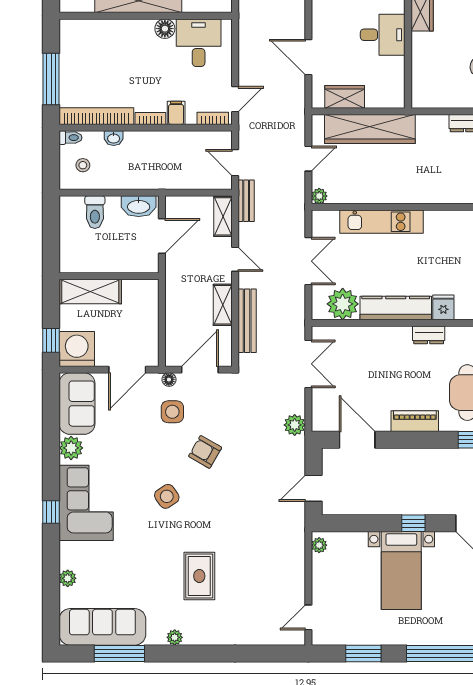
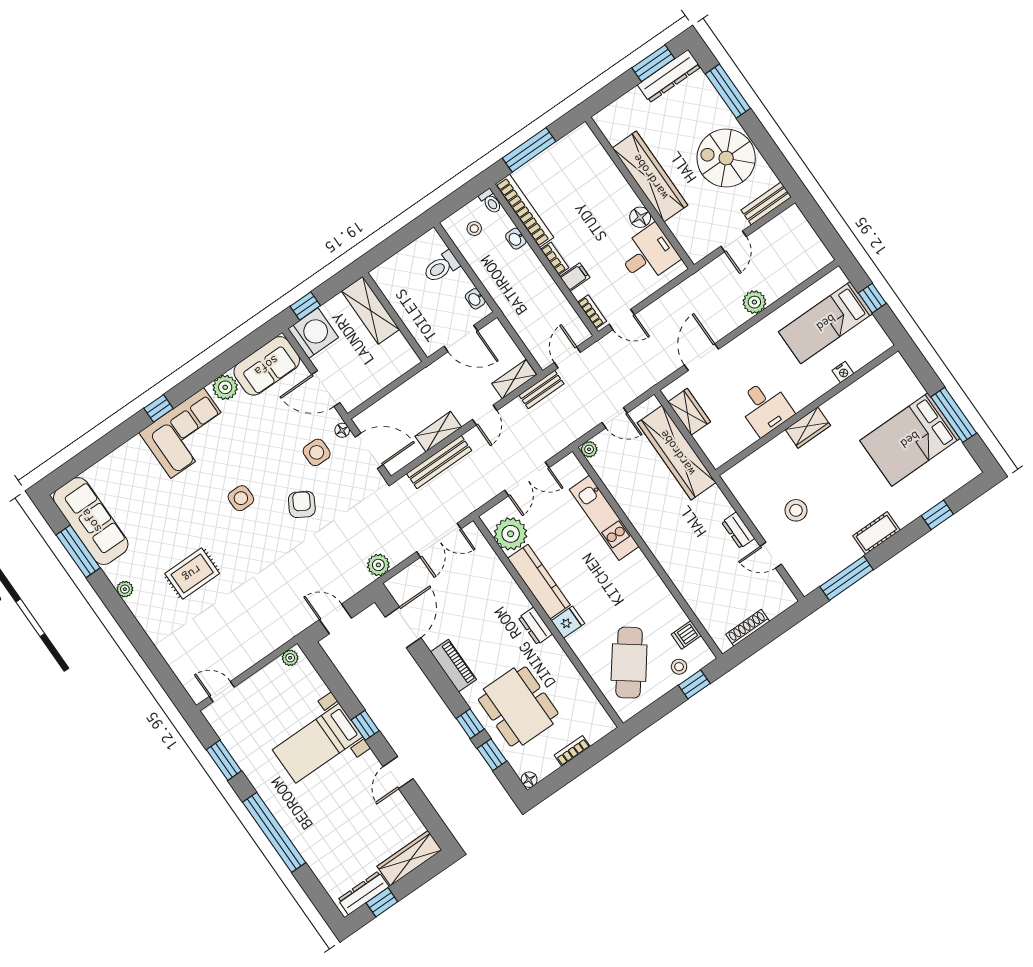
washbasin: (139, 206) -> (475, 299), width x0.52, depth x0.69
side table: (167, 496) -> (241, 498), turned 34
plant: (68, 578) -> (112, 462), removed

